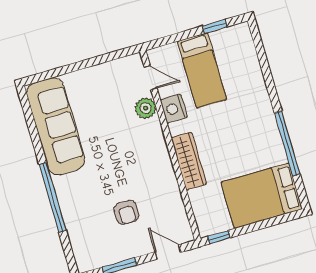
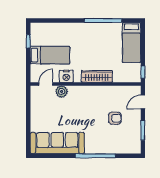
bed: (262, 195) -> (131, 43), width x0.67

